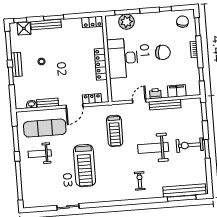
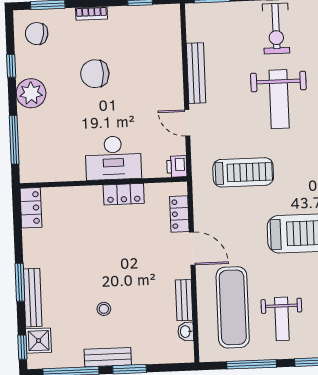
plant: (126, 22) -> (31, 93), moved
chair: (163, 52) -> (95, 74), turned -98
desk: (123, 58) -> (113, 158), width x0.73, depth x0.77
locker: (101, 64) -> (124, 194), width x0.66
filing cabinet: (177, 91) -> (170, 50), removed
printer: (155, 94) -> (177, 166), moved

